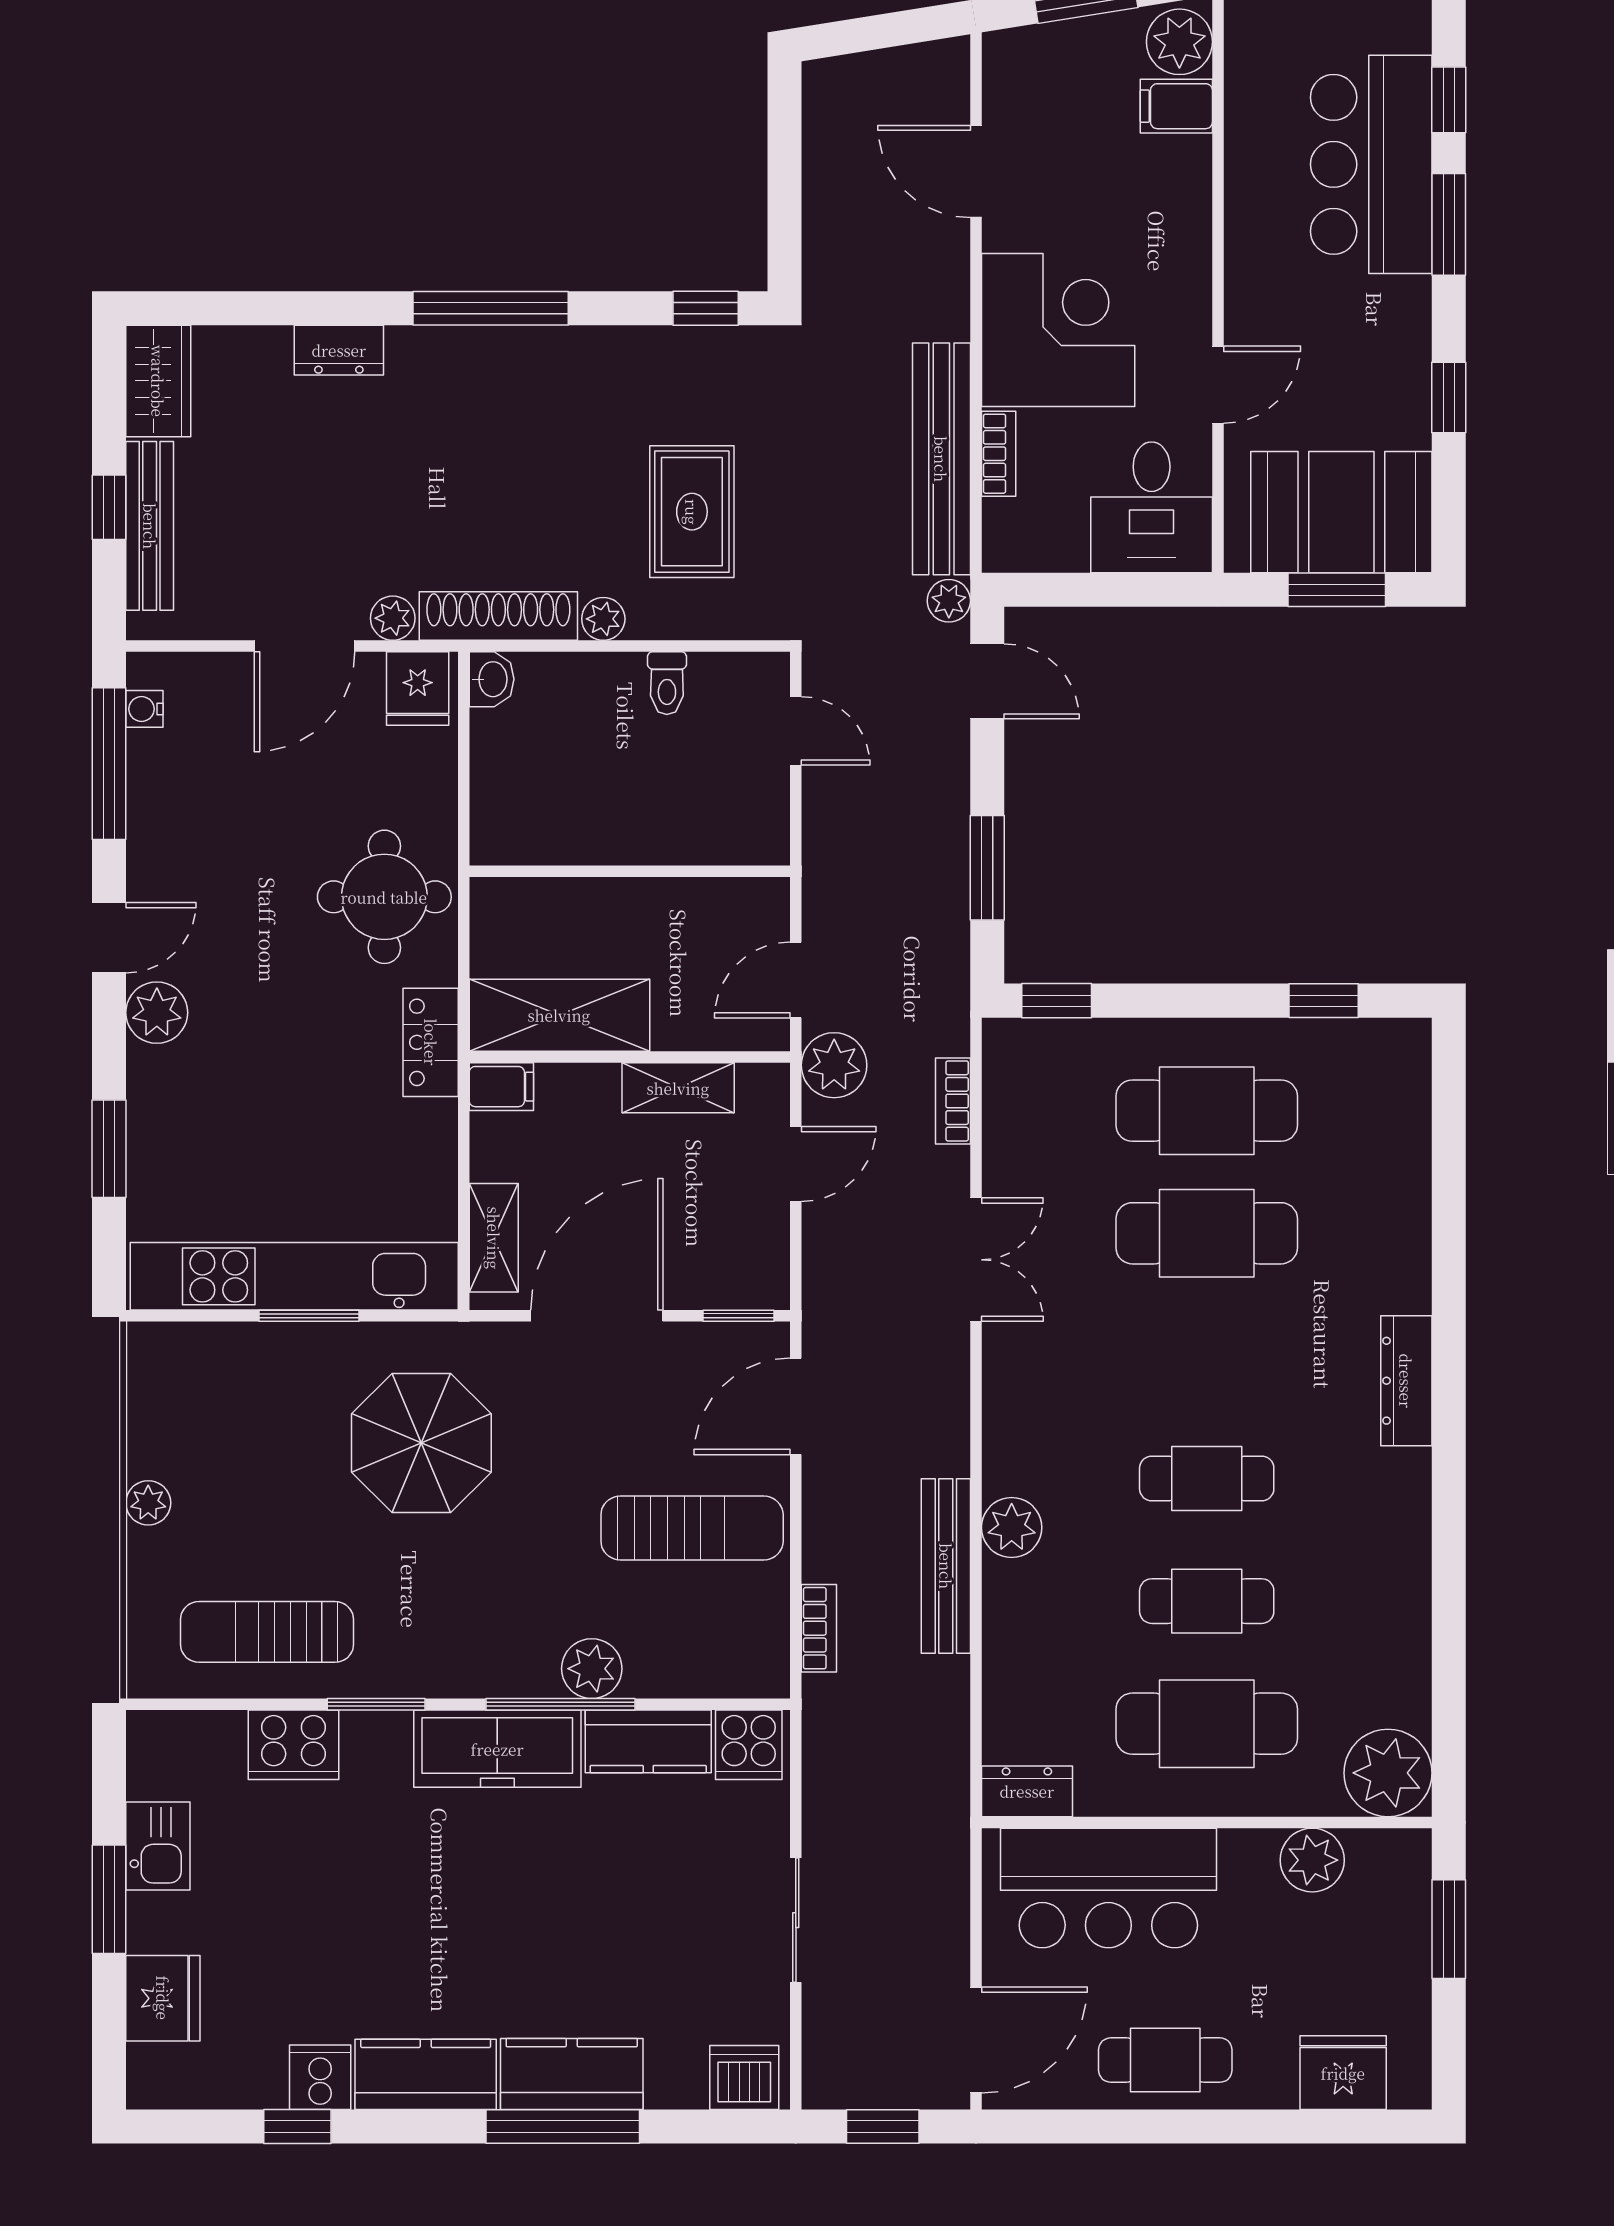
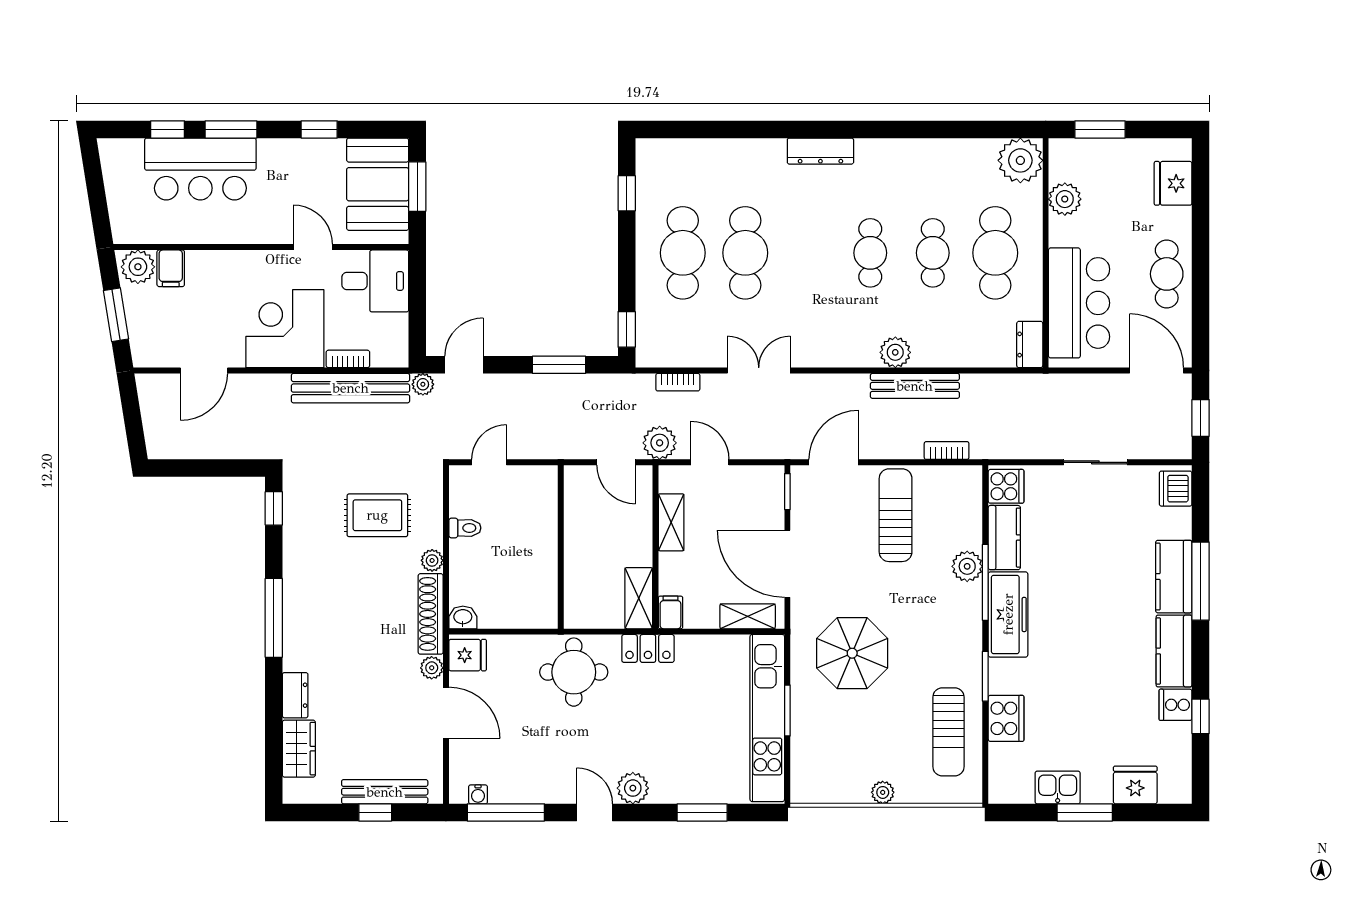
wardrobe: (158, 381) -> (299, 749), moved, turned 90
shelving: (559, 1015) -> (639, 598), width x0.67, depth x0.75
door: (796, 1406) -> (834, 462), swing flipped

